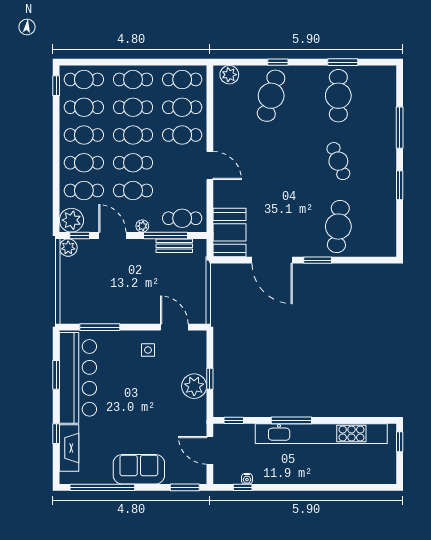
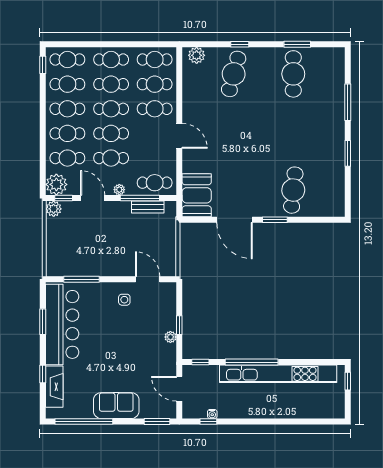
cafe table: (338, 161) -> (293, 132), removed
plant: (194, 386) -> (170, 337), width x0.53, depth x0.53
window: (291, 420) -> (252, 362), width x1.46

